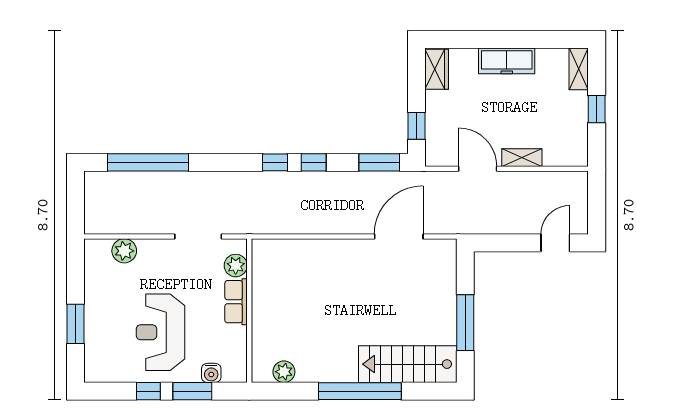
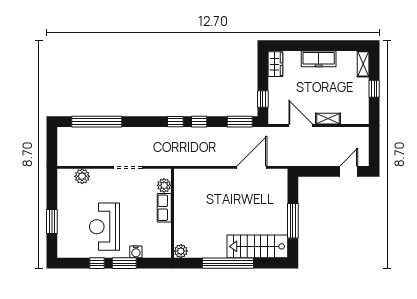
plant: (236, 266) -> (164, 185), moved
row of seats: (236, 302) -> (164, 208), moved
wall: (249, 311) -> (172, 213), moved

